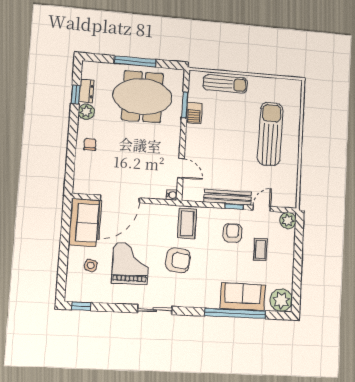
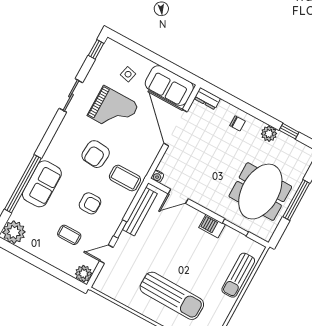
dresser: (86, 91) -> (207, 98), moved
barbecue: (194, 113) -> (212, 226), moved
bench: (228, 197) -> (140, 212), moved
door: (262, 208) -> (106, 254), swing flipped
armchair: (233, 233) -> (90, 203), moved
sofa: (243, 297) -> (42, 184), moved
sliding door: (155, 310) -> (71, 95), moved

